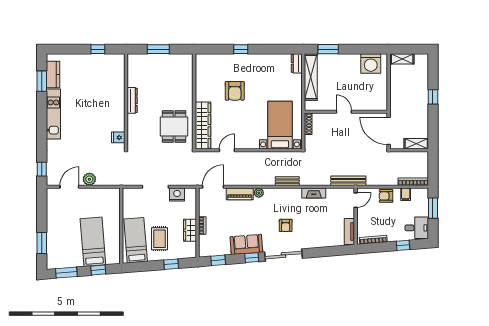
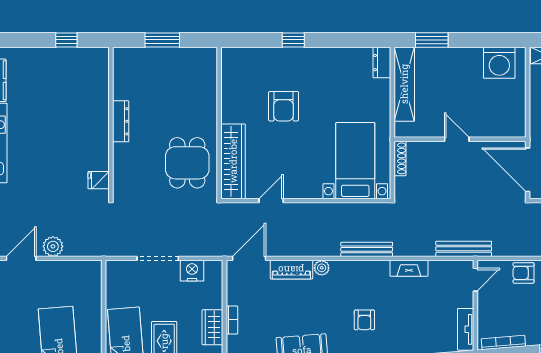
bench: (287, 181) -> (367, 249), width x1.36

